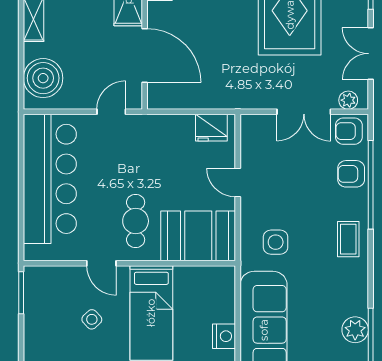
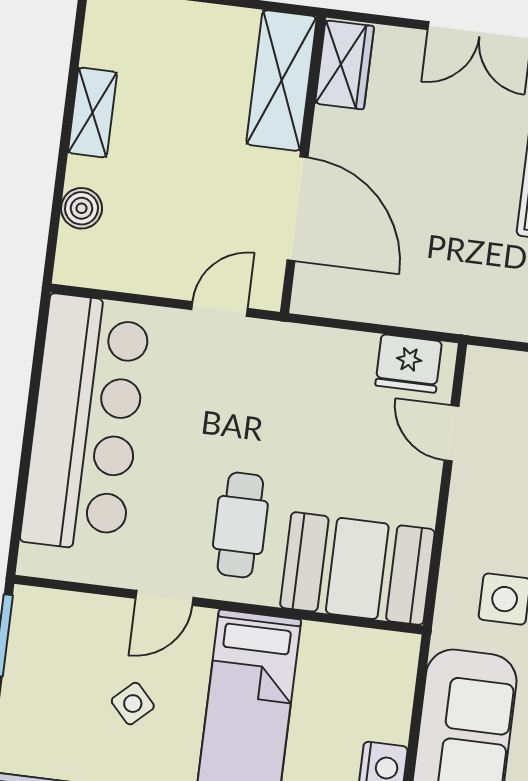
boiler: (43, 78) -> (82, 208), width x0.54, depth x0.54
door: (238, 183) -> (451, 433), moved
door: (101, 263) -> (164, 598), hinge flipped

